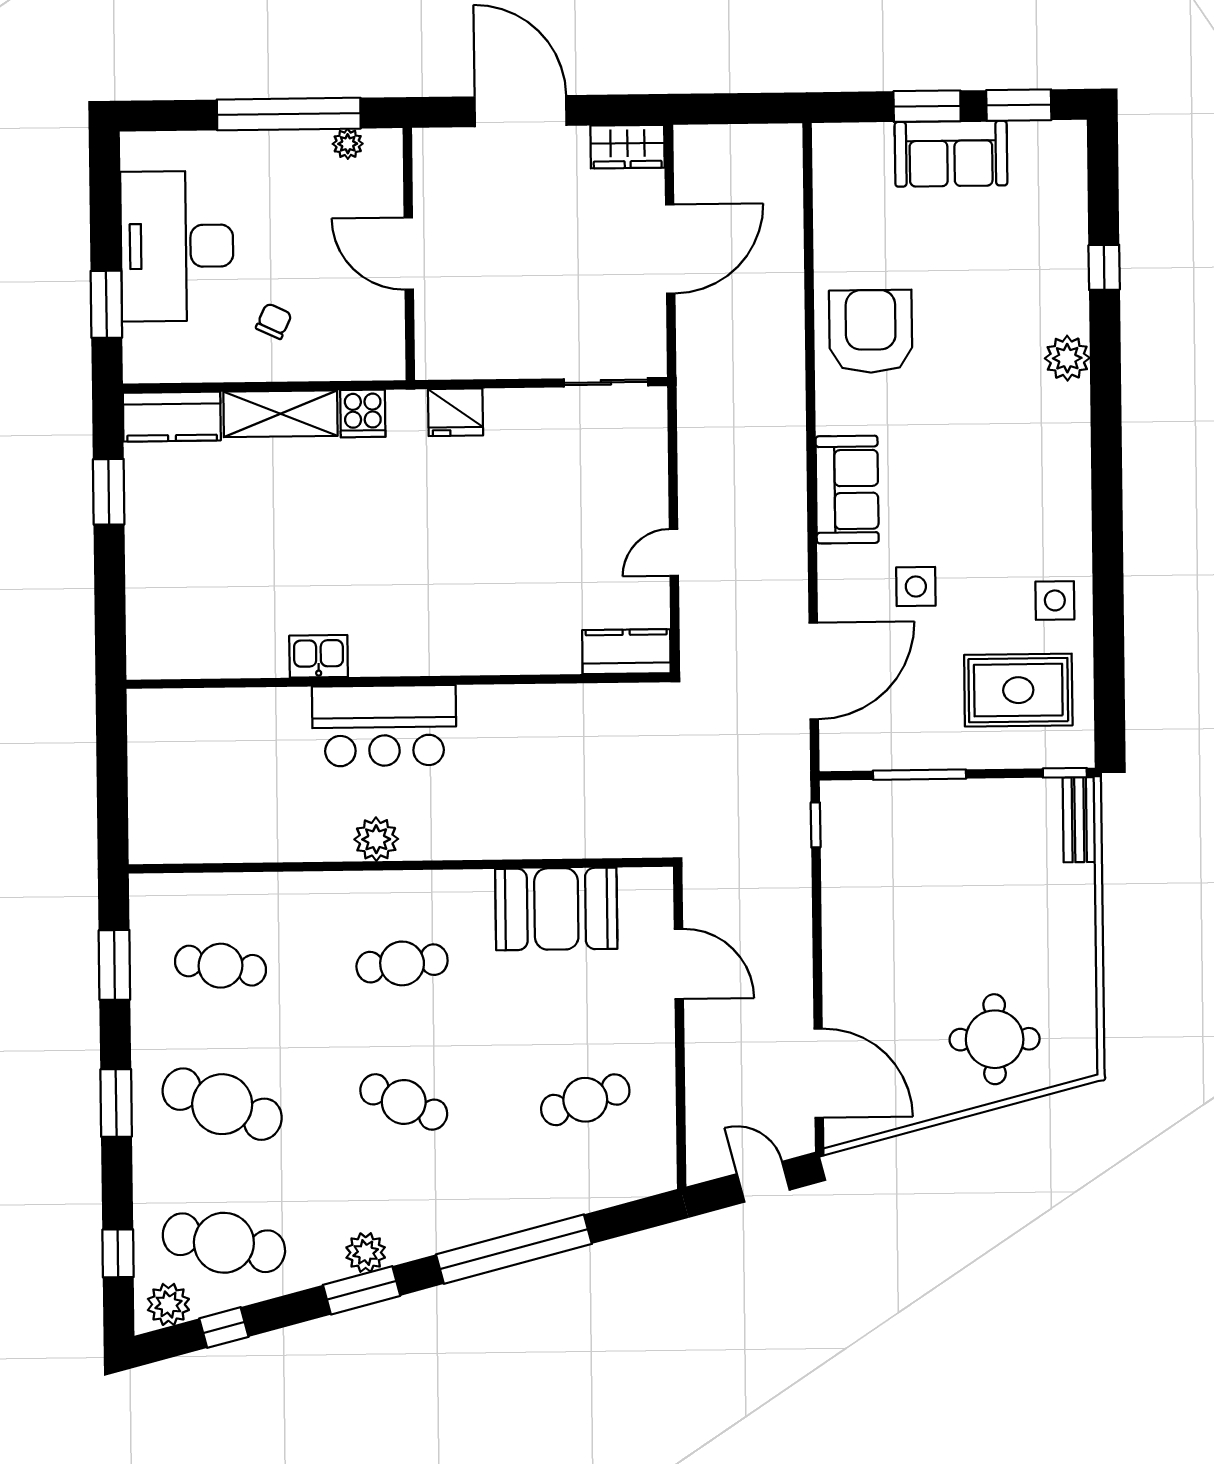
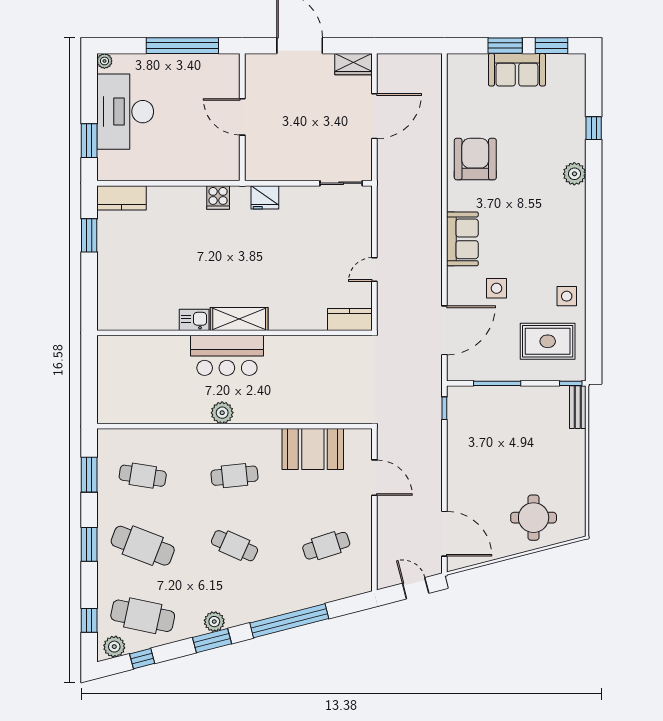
plant: (348, 144) -> (104, 61), moved
chair: (274, 321) -> (174, 150), removed
shelving: (280, 414) -> (239, 319), moved

